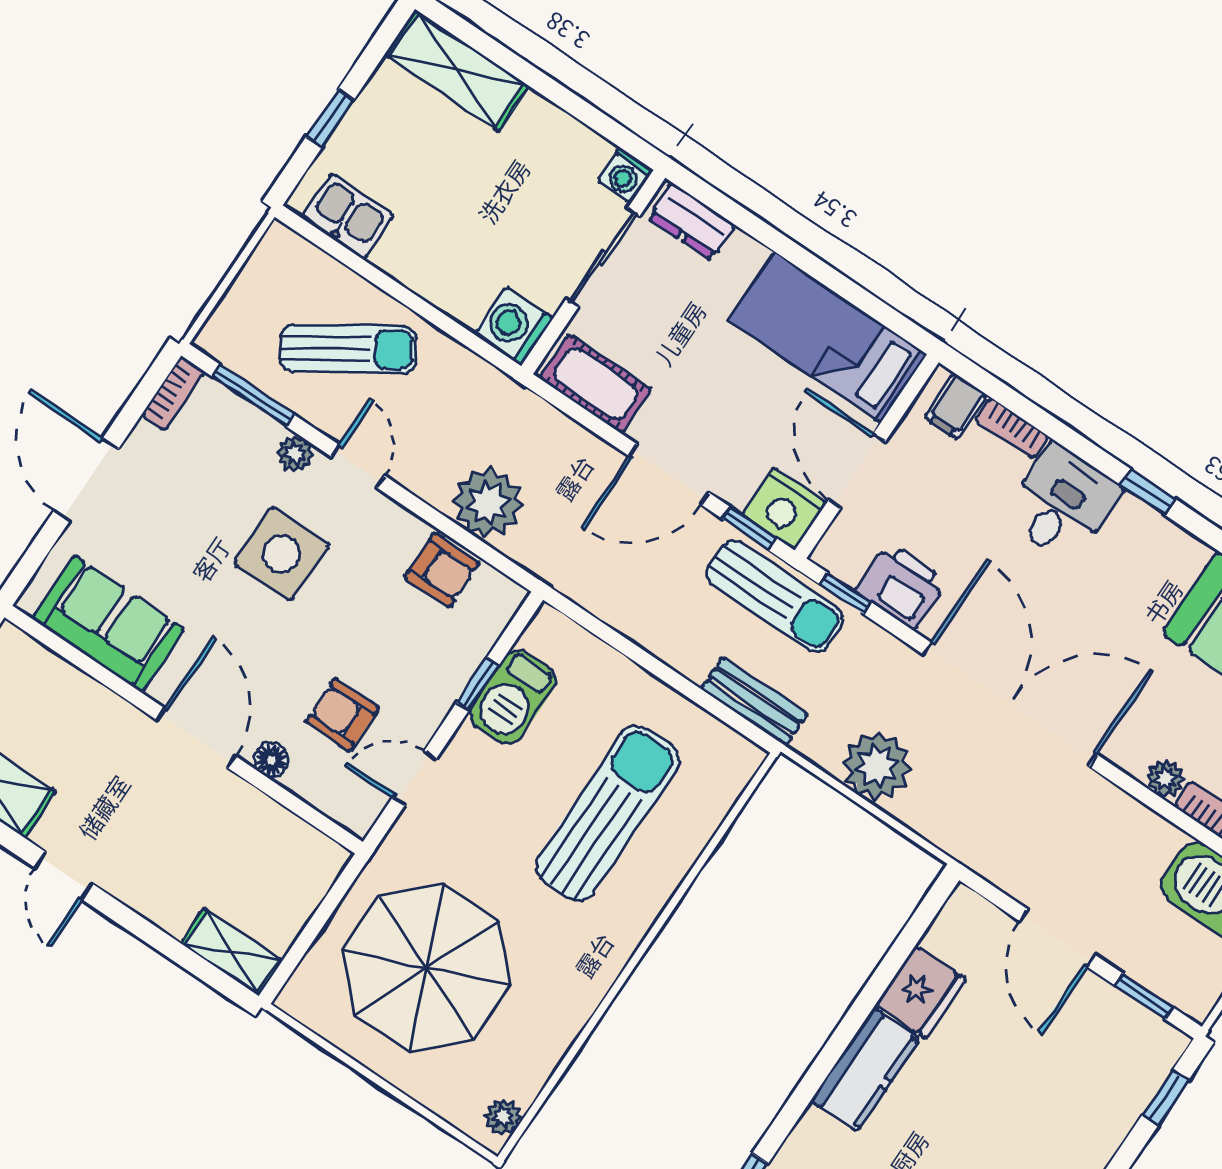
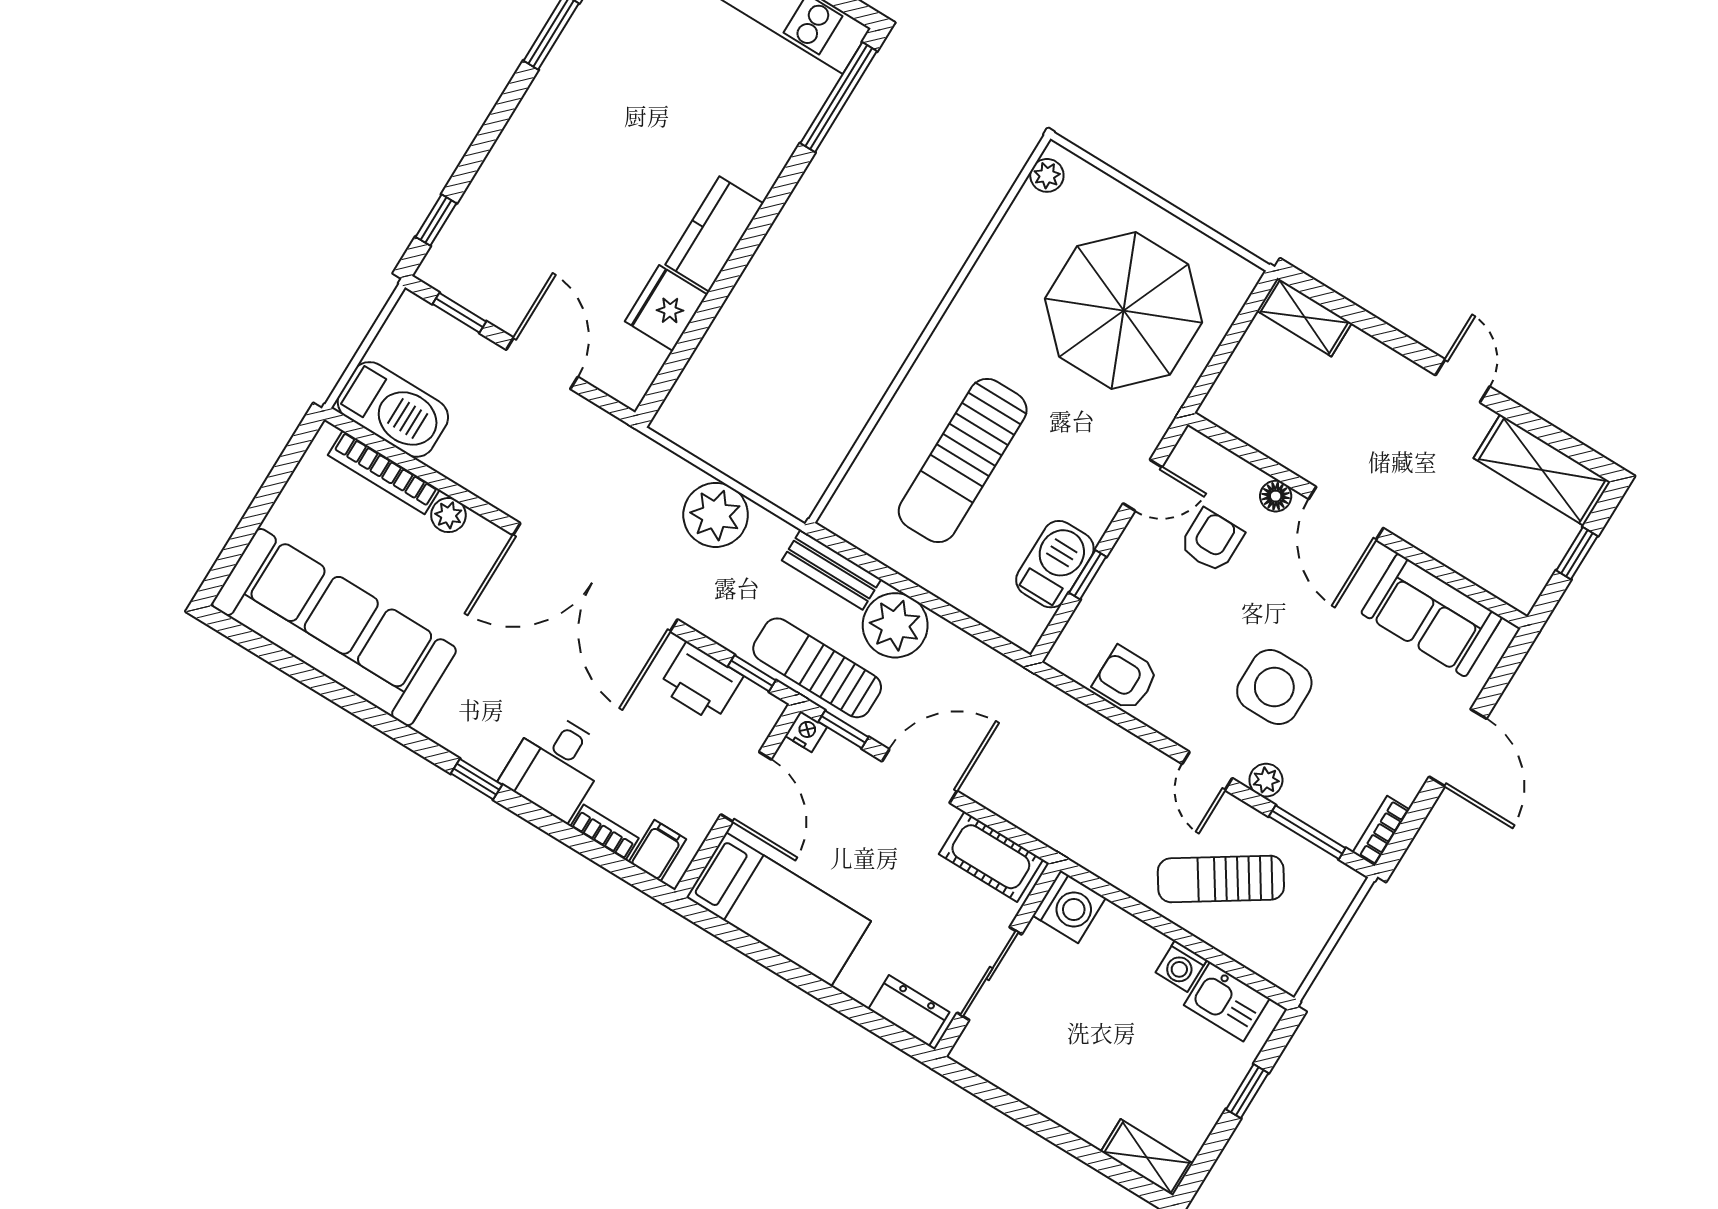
shelving: (457, 70) -> (1147, 1157), width x0.67, depth x0.75
washing machine: (625, 175) -> (1181, 966), moved, turned 180
plant: (488, 503) -> (895, 625), moved
nightstand: (784, 509) -> (806, 731), width x0.53, depth x0.56
armchair: (342, 715) -> (1212, 541), turned -90

